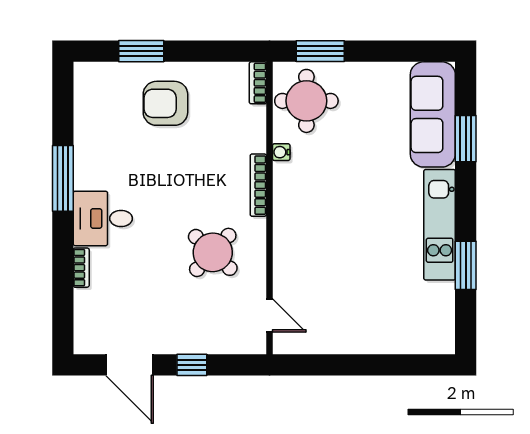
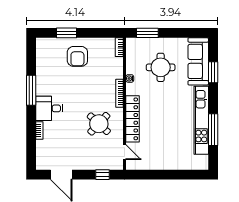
round table: (306, 101) -> (161, 67), moved
armchair: (165, 103) -> (77, 56), turned -90
kitchen unit: (440, 225) -> (201, 120), width x1.36
locker: (287, 242) -> (132, 119), added
window: (466, 265) -> (213, 130), width x1.44
window: (192, 365) -> (103, 175), moved

